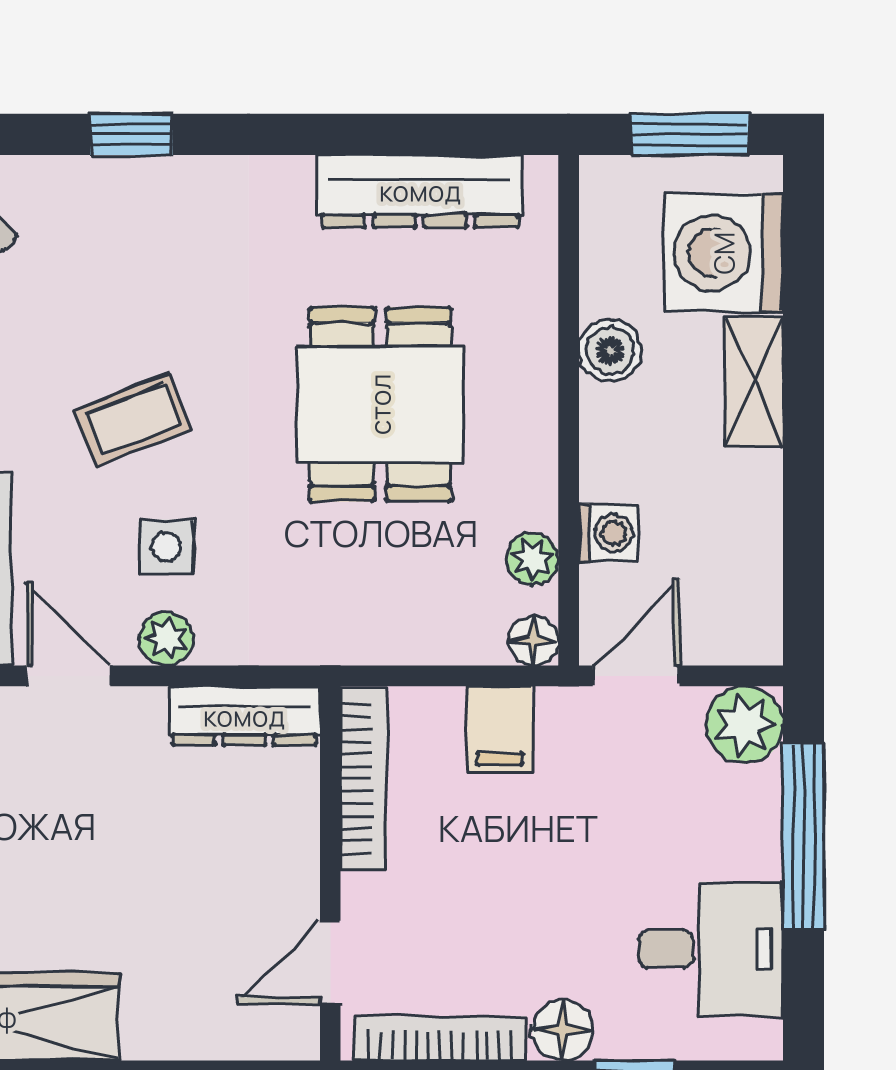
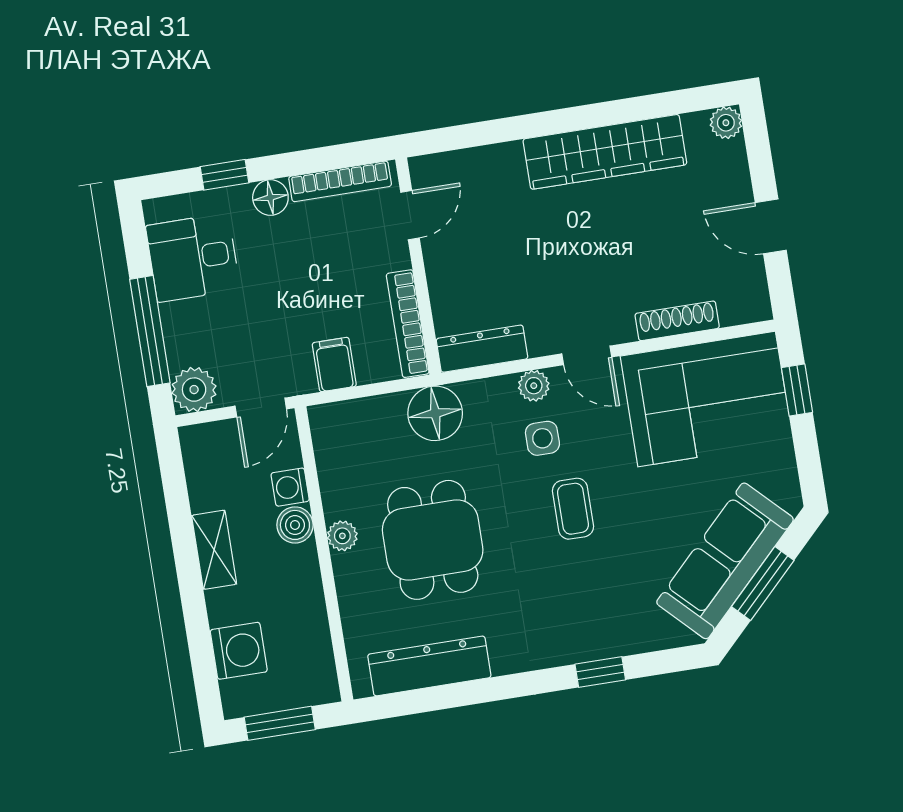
washing machine: (724, 253) -> (239, 651), width x0.73, depth x0.73
boiler: (610, 350) -> (295, 525), moved
shelving: (754, 382) -> (214, 550), moved
coffee table: (133, 419) -> (573, 509), turned -69
plant: (532, 559) -> (342, 536), moved
floor lamp: (533, 641) -> (435, 413), moved, width x1.89, depth x1.89

